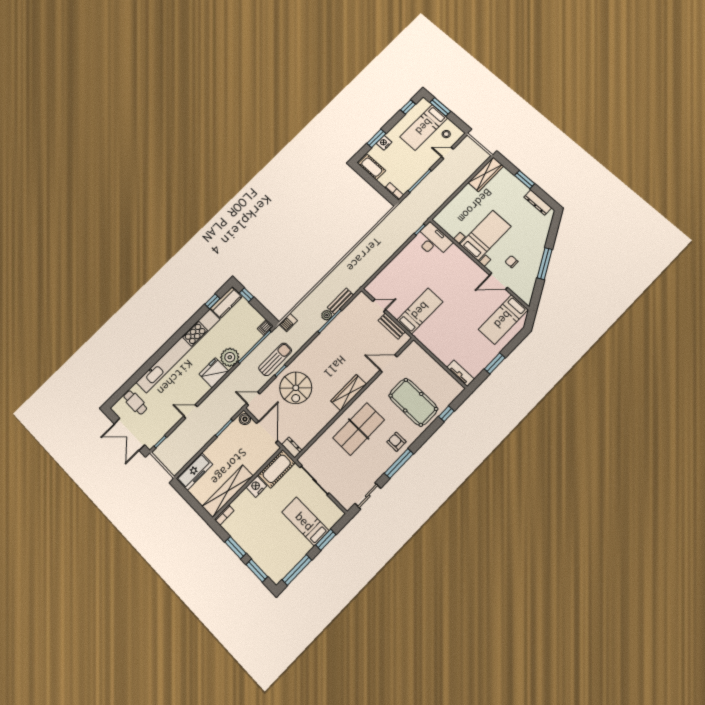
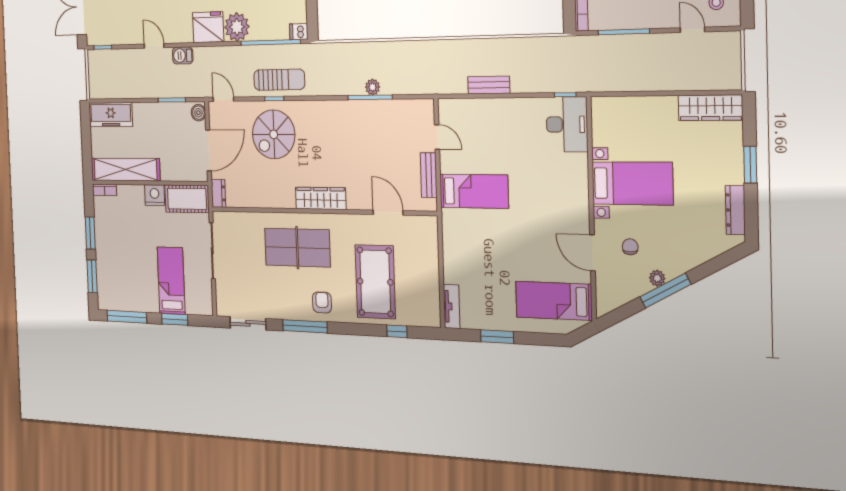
plant: (536, 262) -> (657, 278), added
bench: (340, 301) -> (489, 85), moved
barbecue: (288, 322) -> (183, 55), moved

